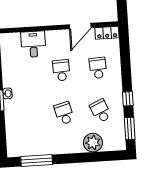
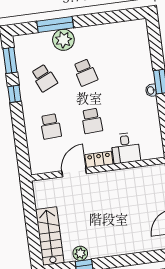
locker: (107, 33) -> (99, 159), moved
plant: (93, 143) -> (63, 40), moved
window: (37, 160) -> (55, 25), moved

